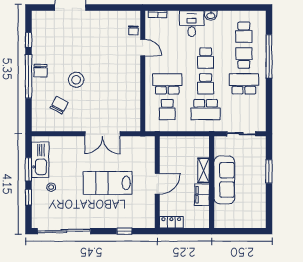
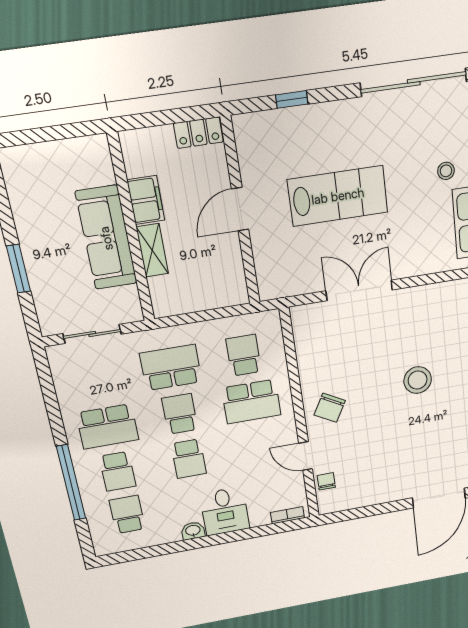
school desk: (206, 58) -> (189, 459), turned 180
chair: (59, 105) -> (330, 408), moved

